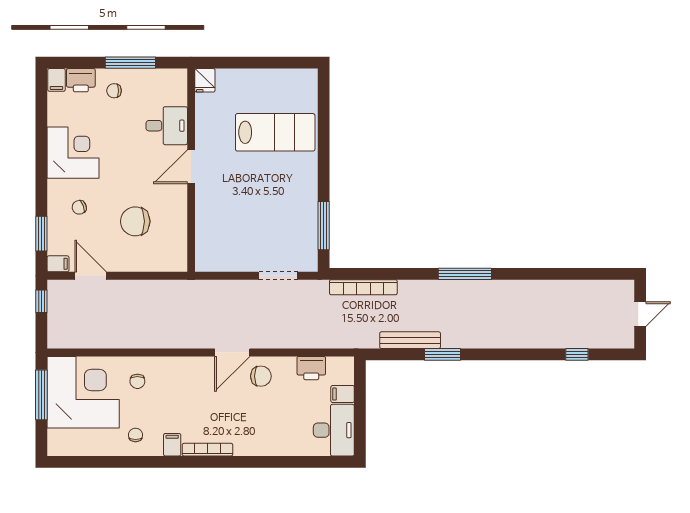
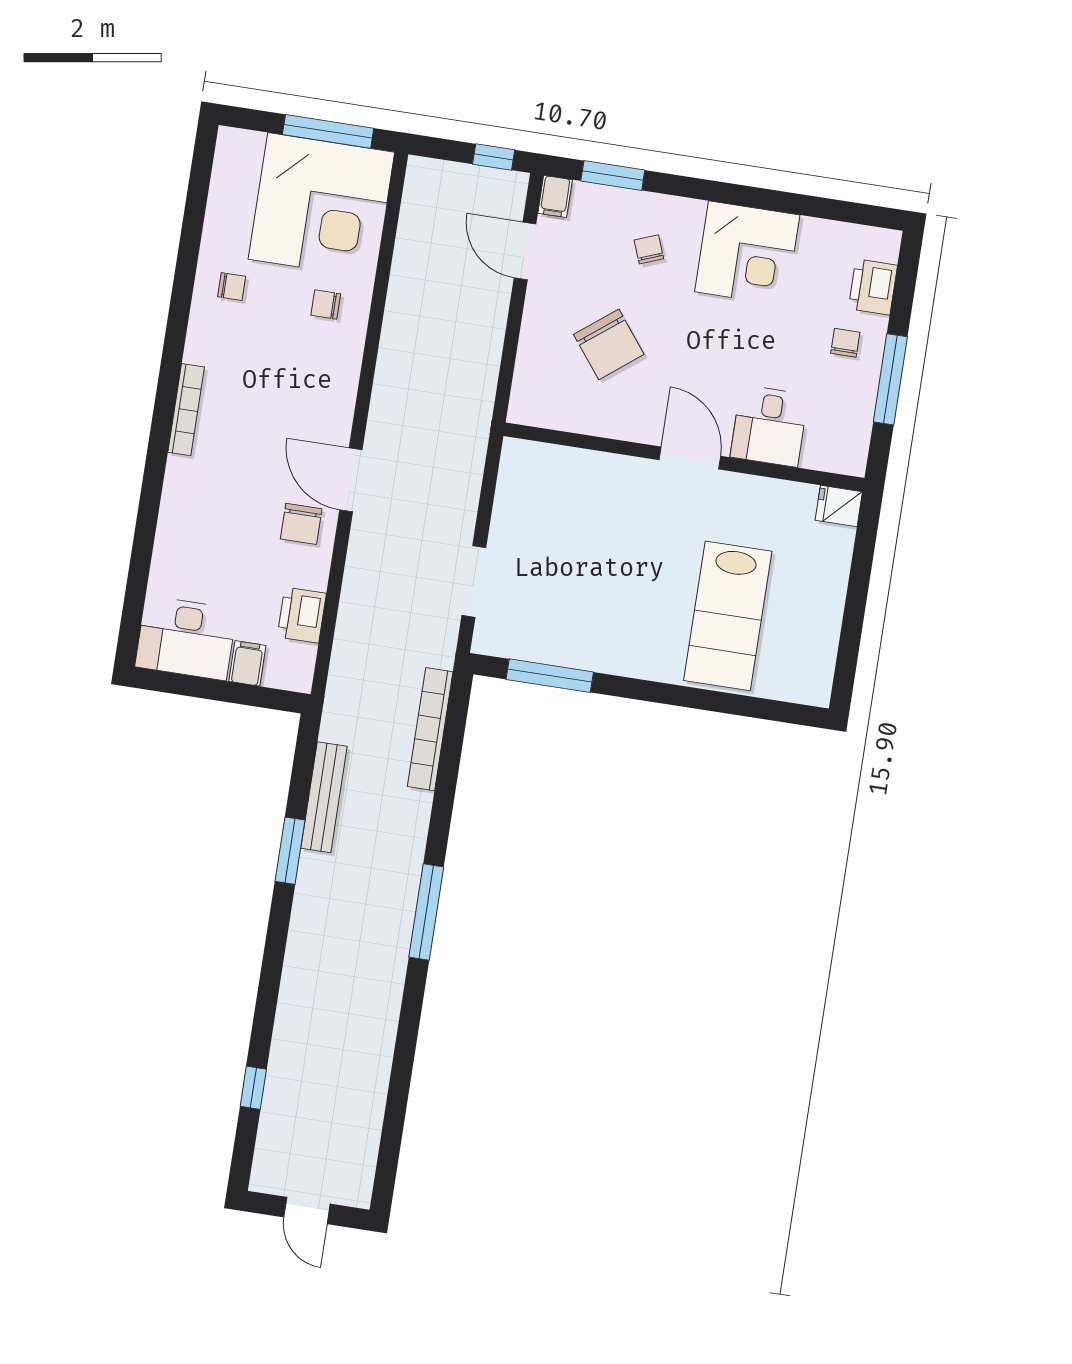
filing cabinet: (56, 80) -> (880, 244), removed
chair: (135, 221) -> (609, 344), turned 142
door: (91, 276) -> (525, 251), swing flipped
filing cabinet: (172, 445) -> (204, 349), removed

